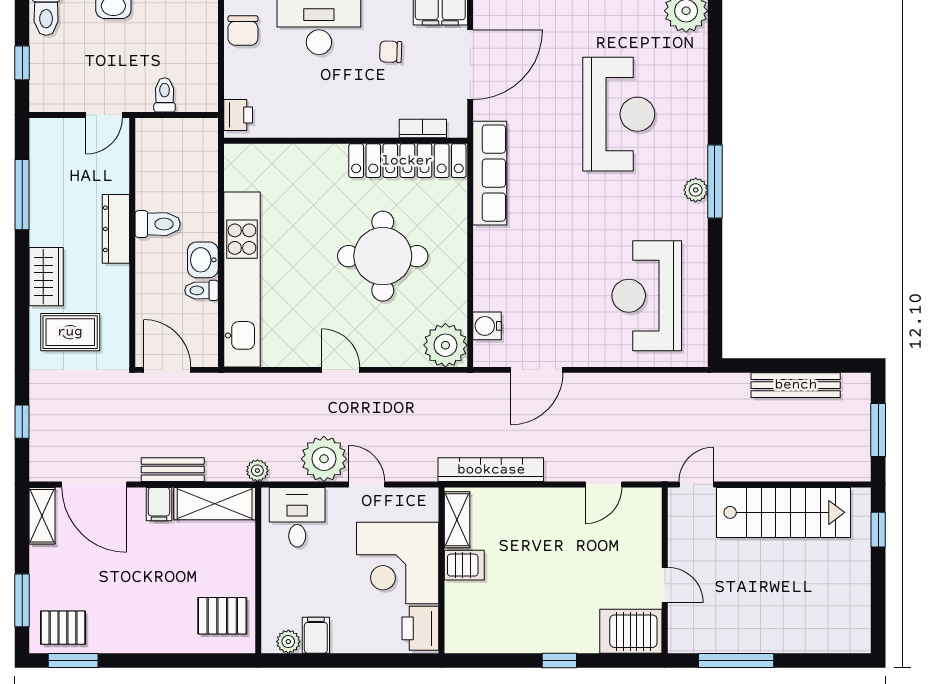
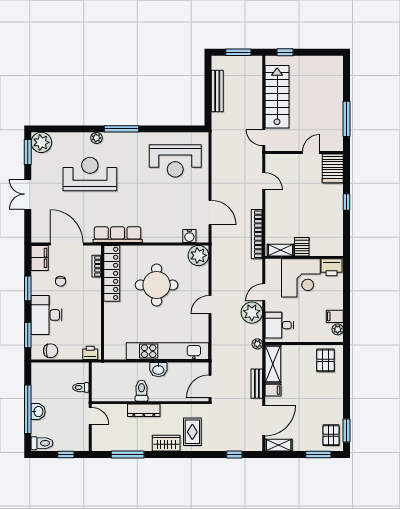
plant: (696, 190) -> (96, 138), moved
toilet: (201, 290) -> (173, 370), removed

